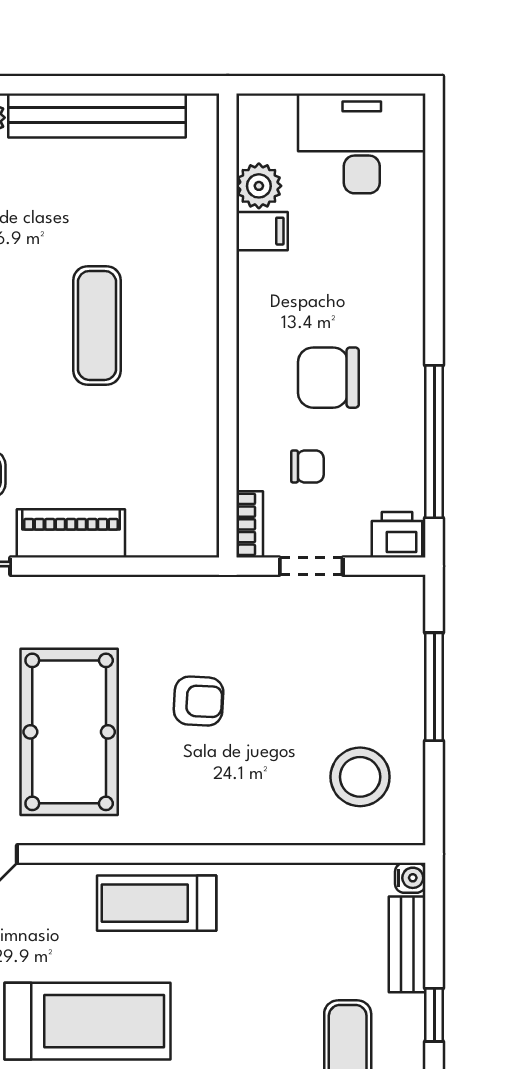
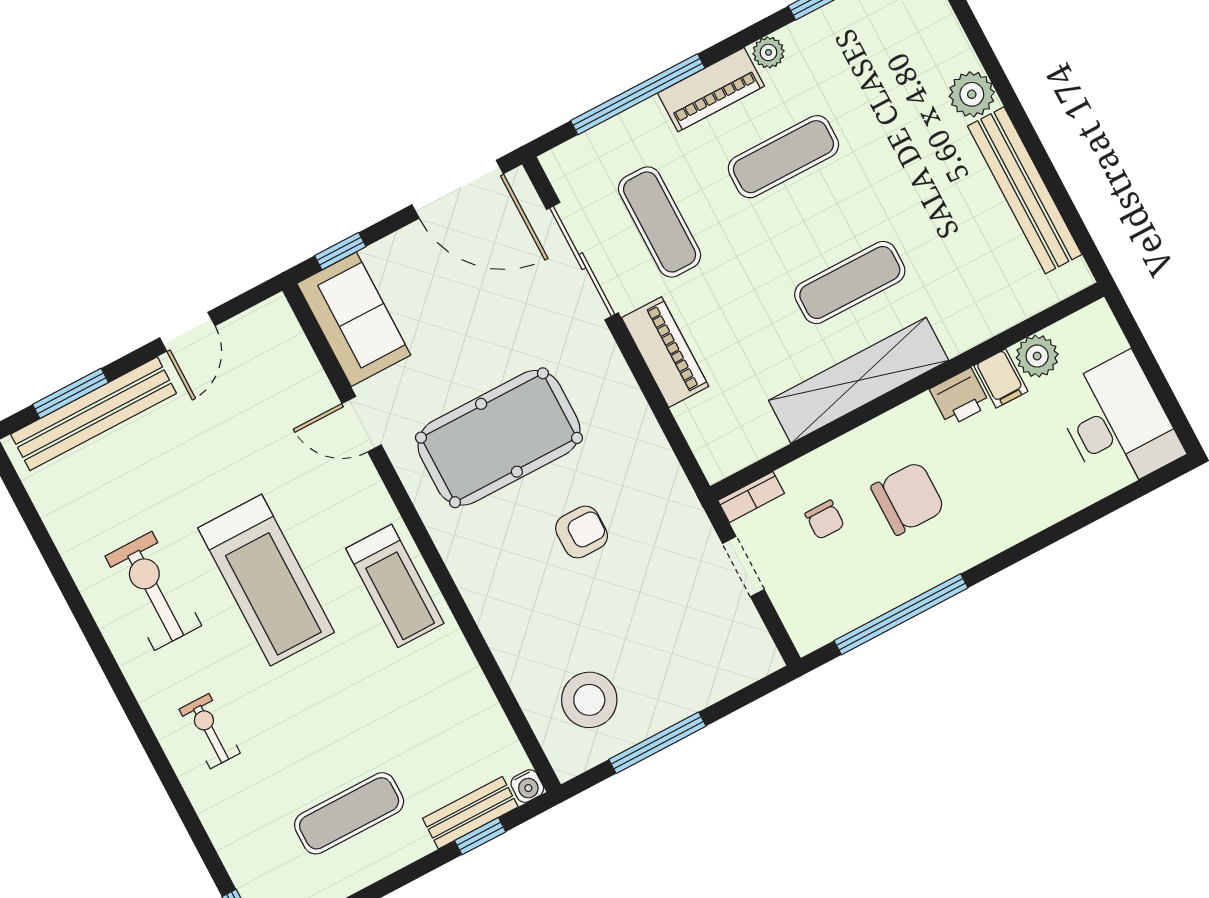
shelving: (193, 366) -> (859, 380), added
chair: (328, 378) -> (908, 498), turned 90
printer: (397, 535) -> (960, 397), moved, turned 90
window: (434, 687) -> (657, 743), moved
armchair: (199, 701) -> (582, 532), turned -93
treadmill: (157, 903) -> (395, 586), turned 180
window: (434, 1015) -> (480, 836), moved

